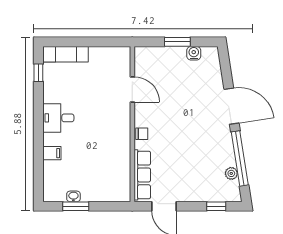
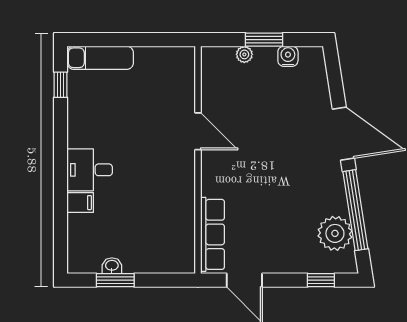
plant: (164, 52) -> (244, 54), added
door: (132, 89) -> (198, 131), moved
desk: (58, 118) -> (90, 170), moved
chair: (142, 134) -> (212, 174), removed
plant: (231, 173) -> (335, 233), width x1.87, depth x1.87

